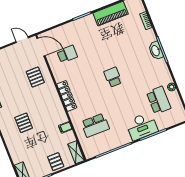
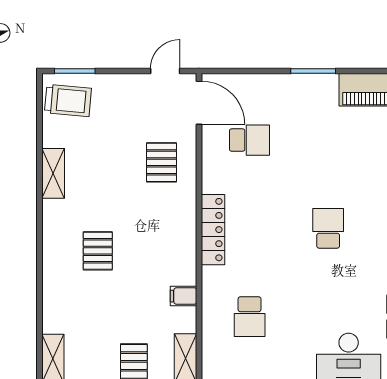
door: (22, 40) -> (165, 71), hinge flipped
school desk: (95, 125) -> (250, 317), width x0.54

